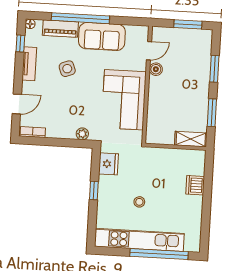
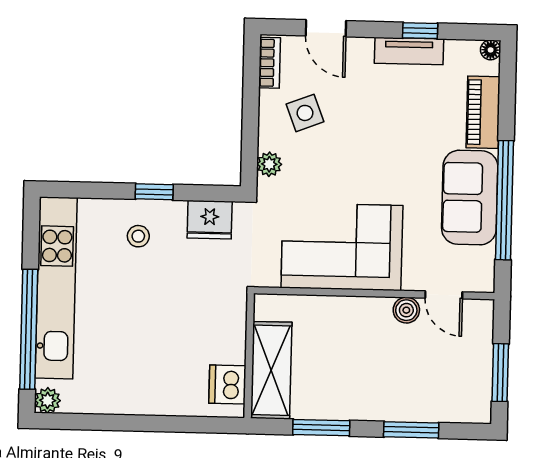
window: (80, 18) -> (505, 200), moved
window: (20, 44) -> (420, 31), moved
side table: (67, 69) -> (305, 113), moved
shelving: (191, 139) -> (271, 370), width x1.50, depth x1.33
dishwasher: (195, 185) -> (227, 385), moved, turned -90
stool: (139, 202) -> (138, 236), moved
plant: (194, 246) -> (48, 400), added

